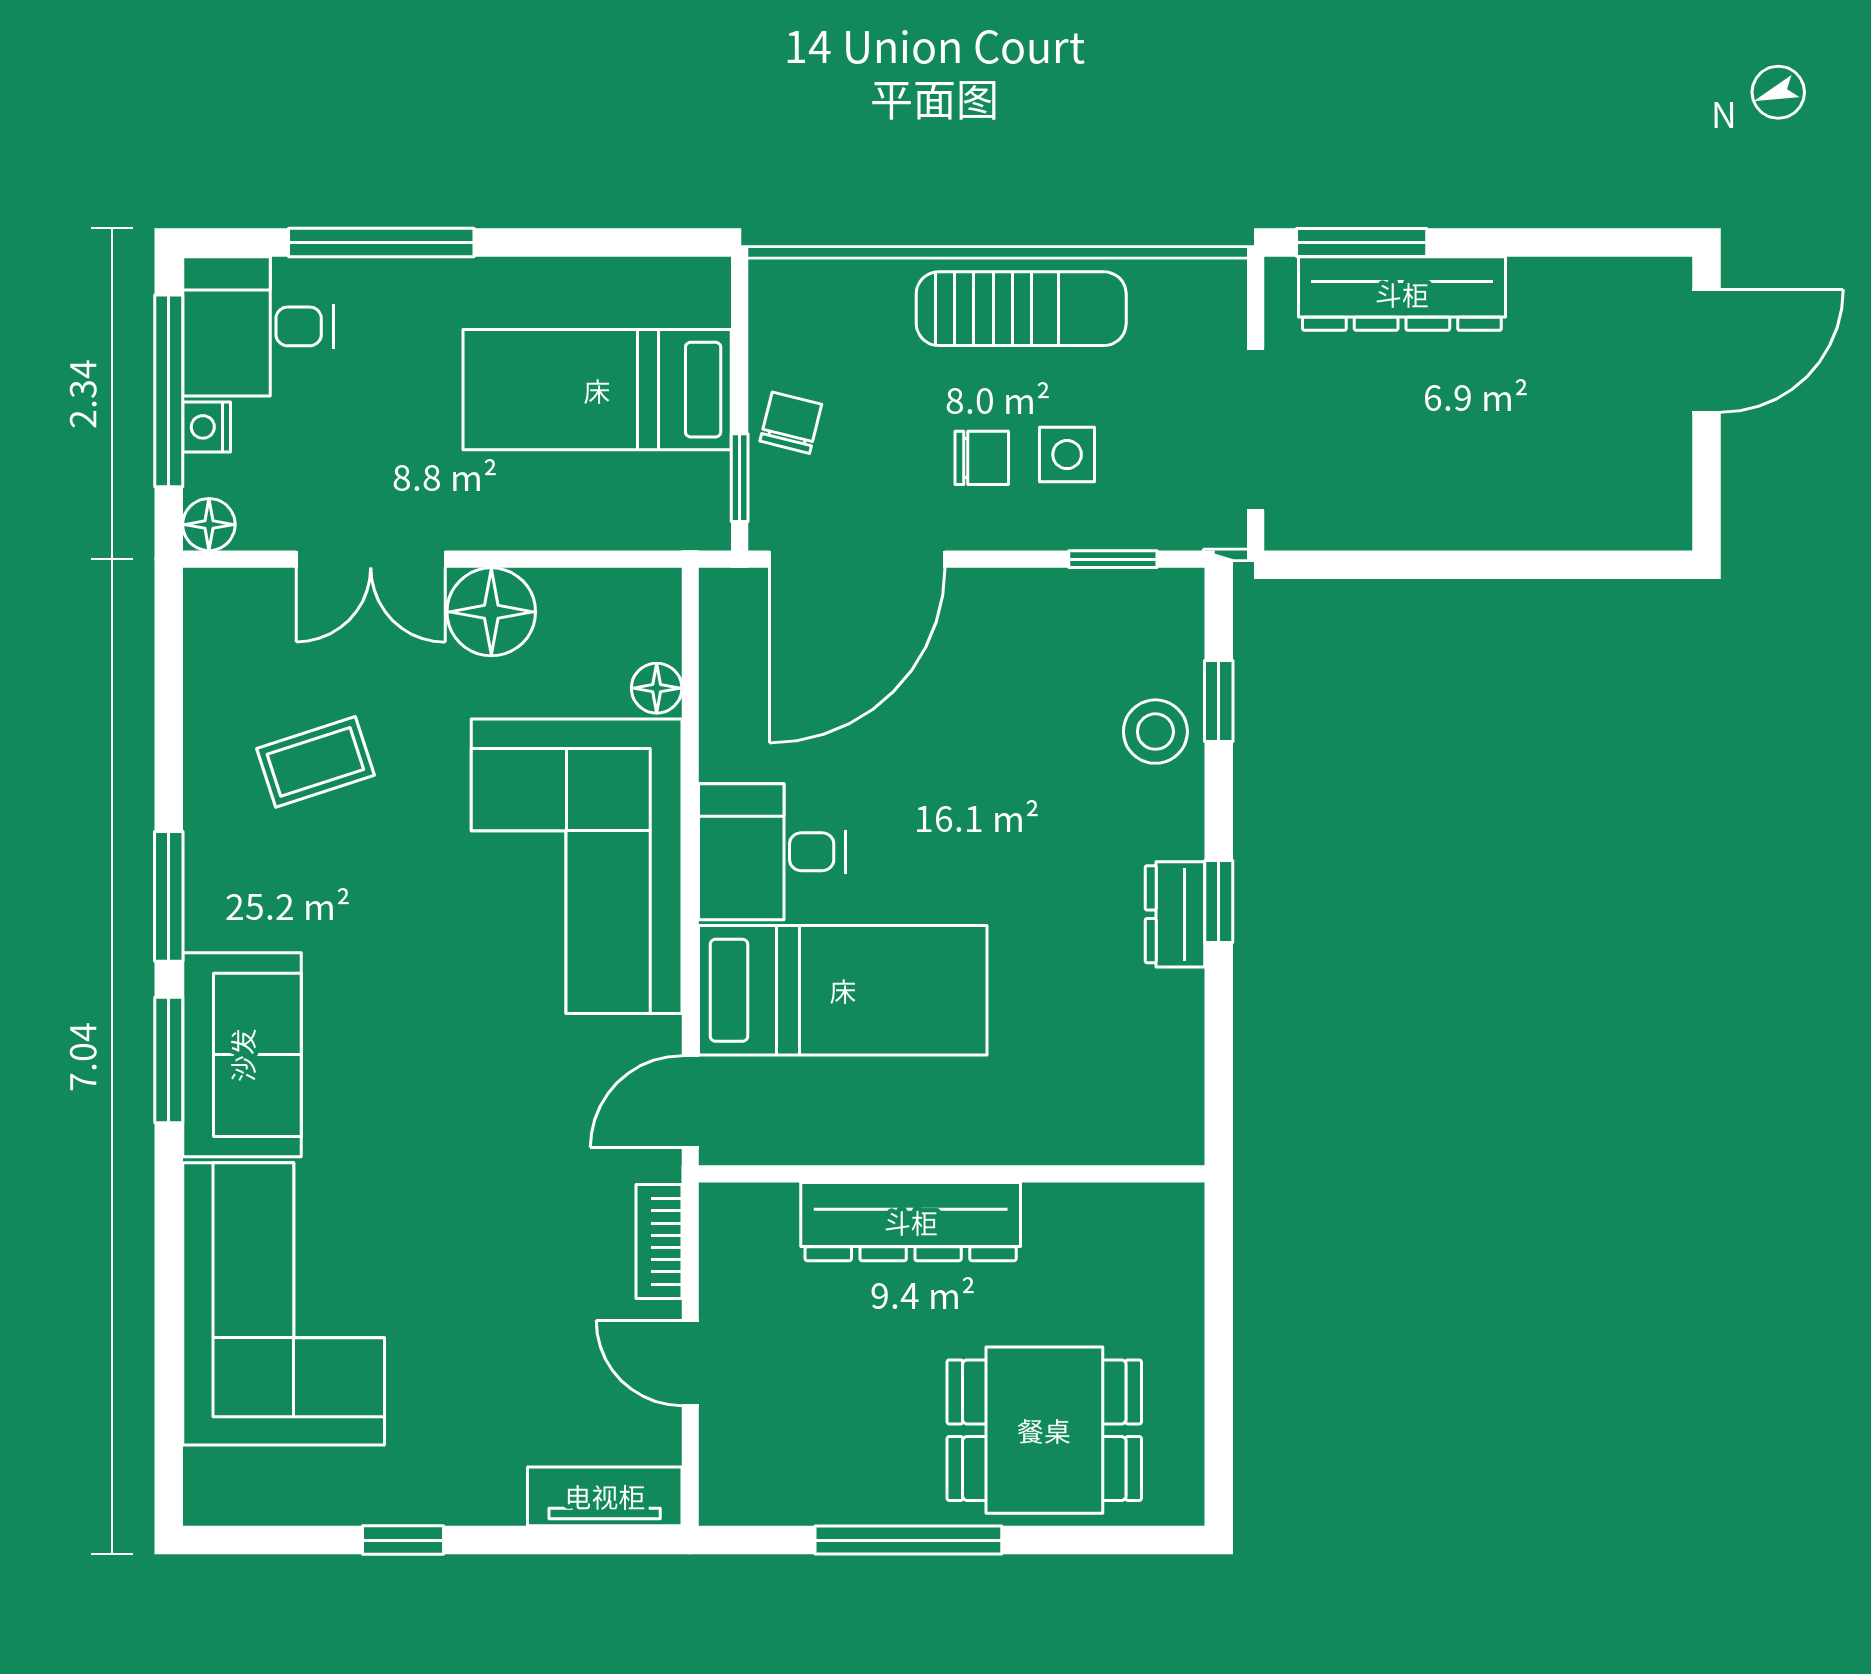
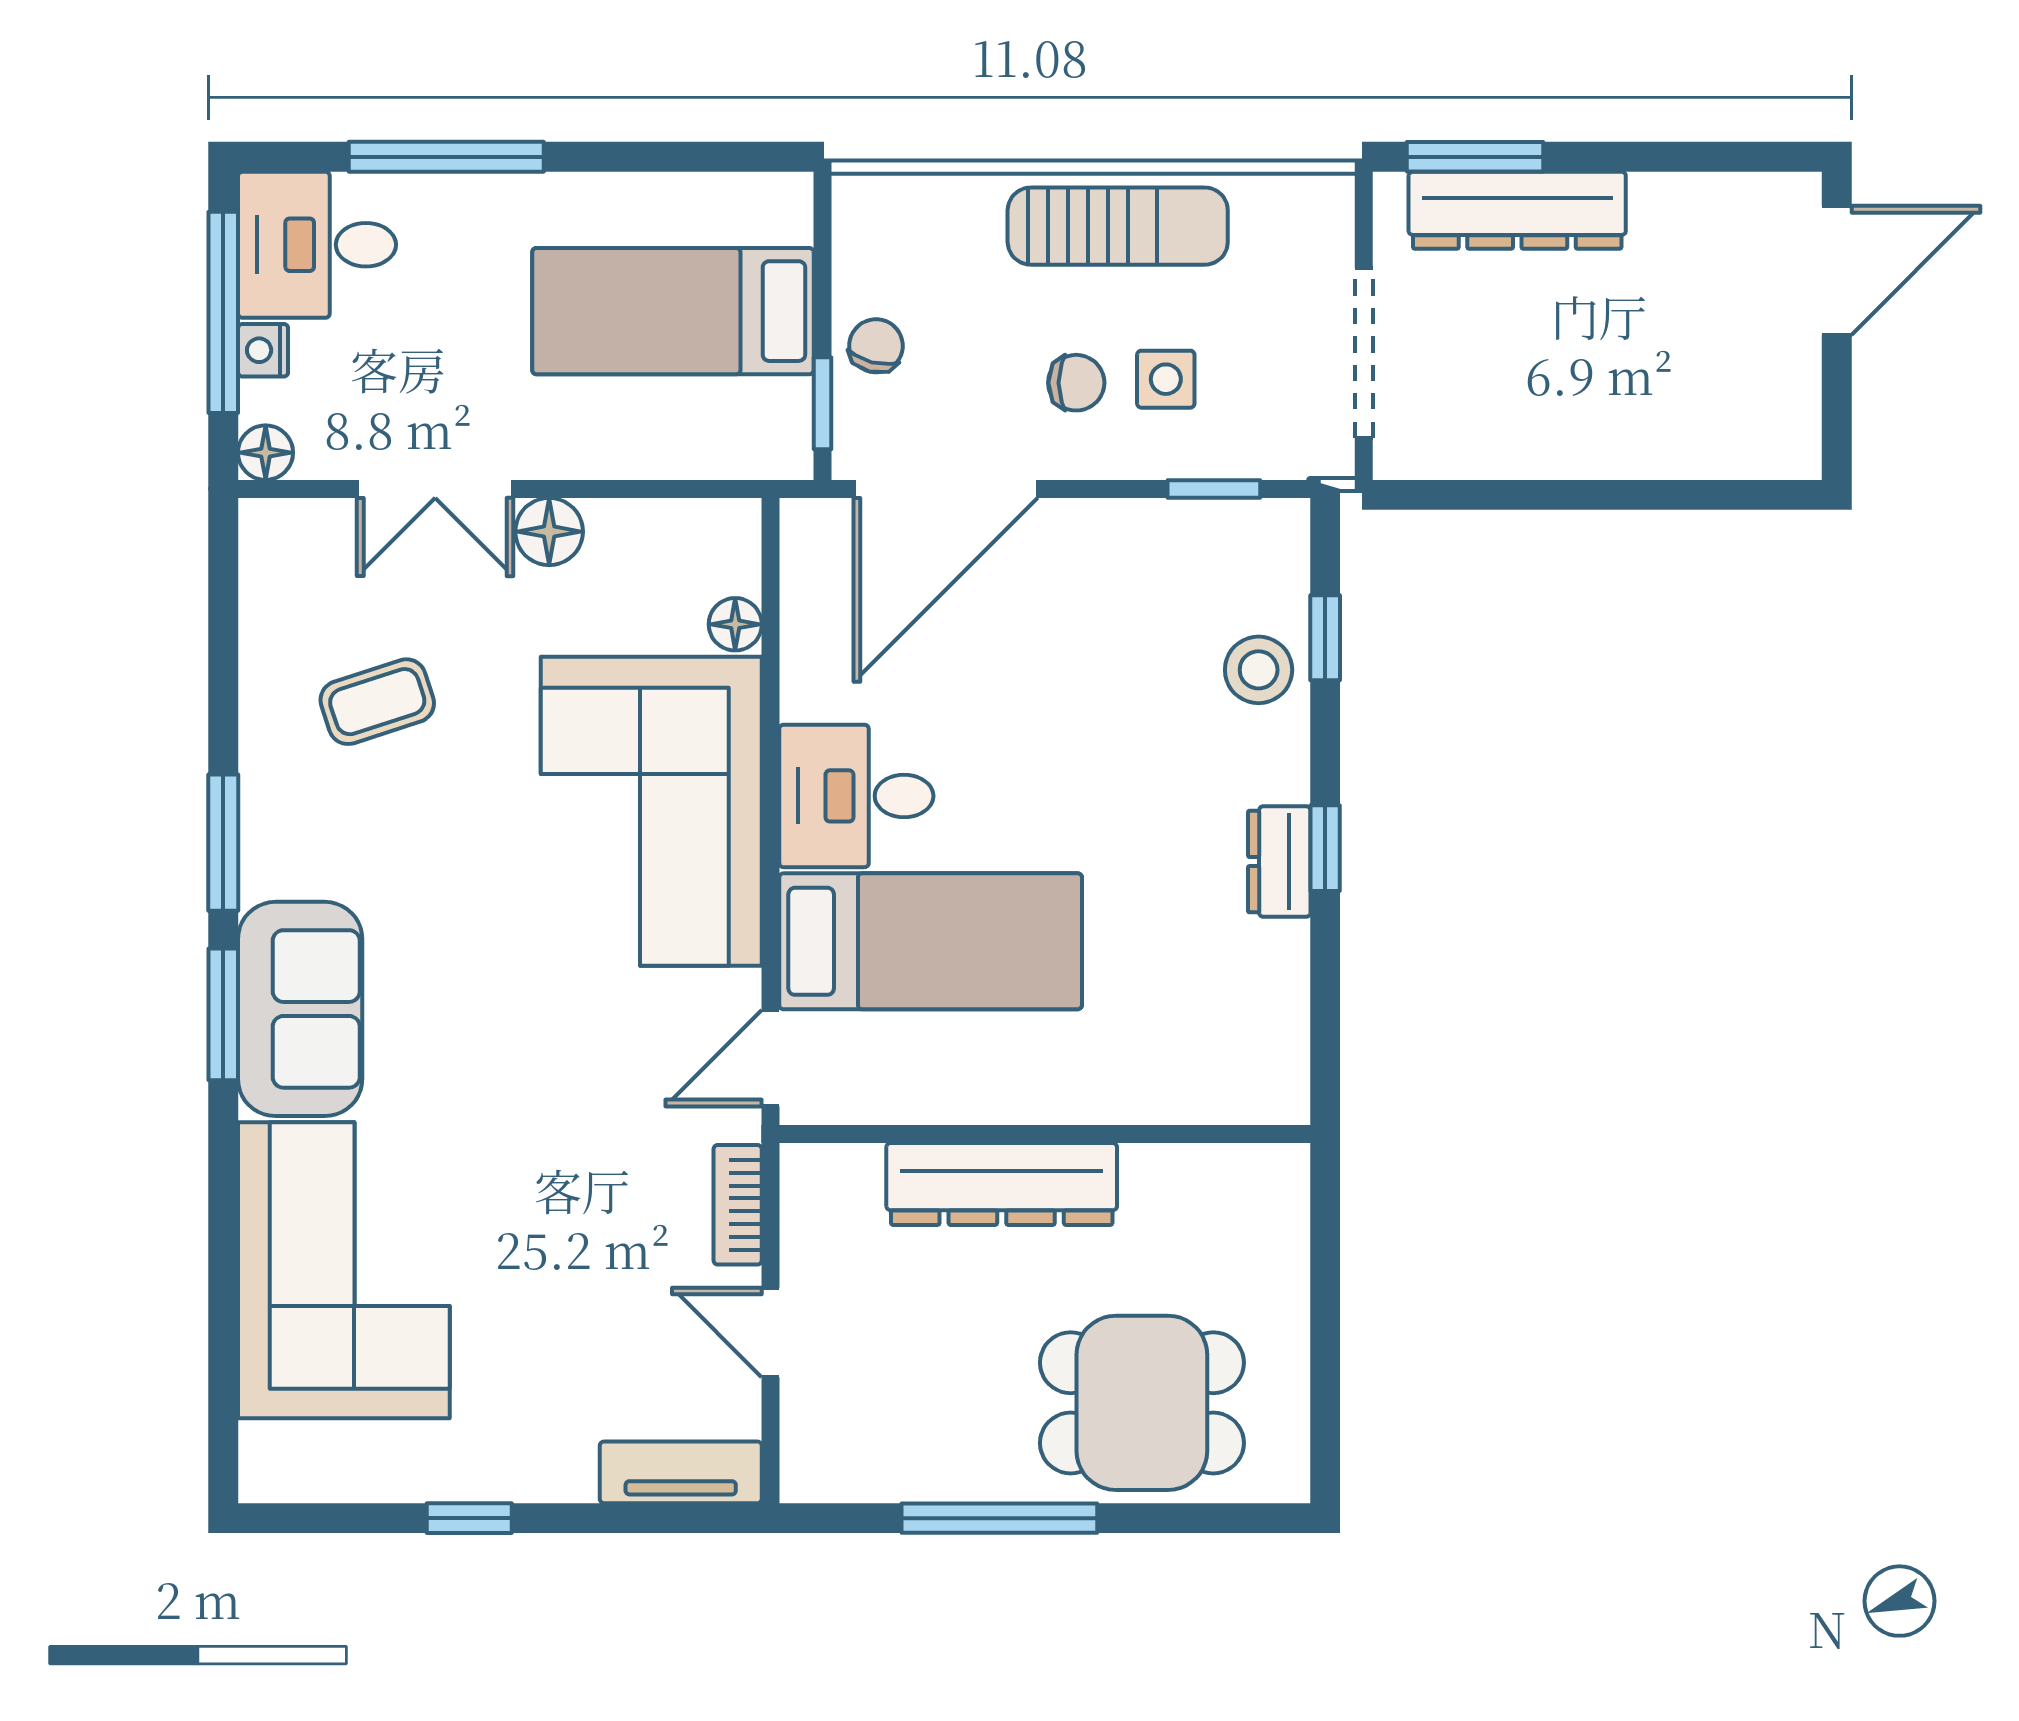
floor lamp: (491, 612) -> (549, 532), width x0.73, depth x0.73

